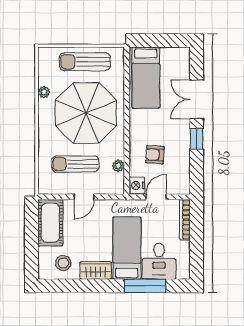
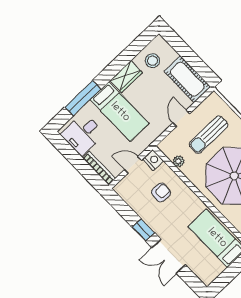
double door: (197, 100) -> (169, 256), swing flipped
sun lounger: (75, 164) -> (208, 135), turned 180
door: (156, 197) -> (133, 165), swing flipped
desk: (159, 261) -> (83, 134), moved, turned -90

